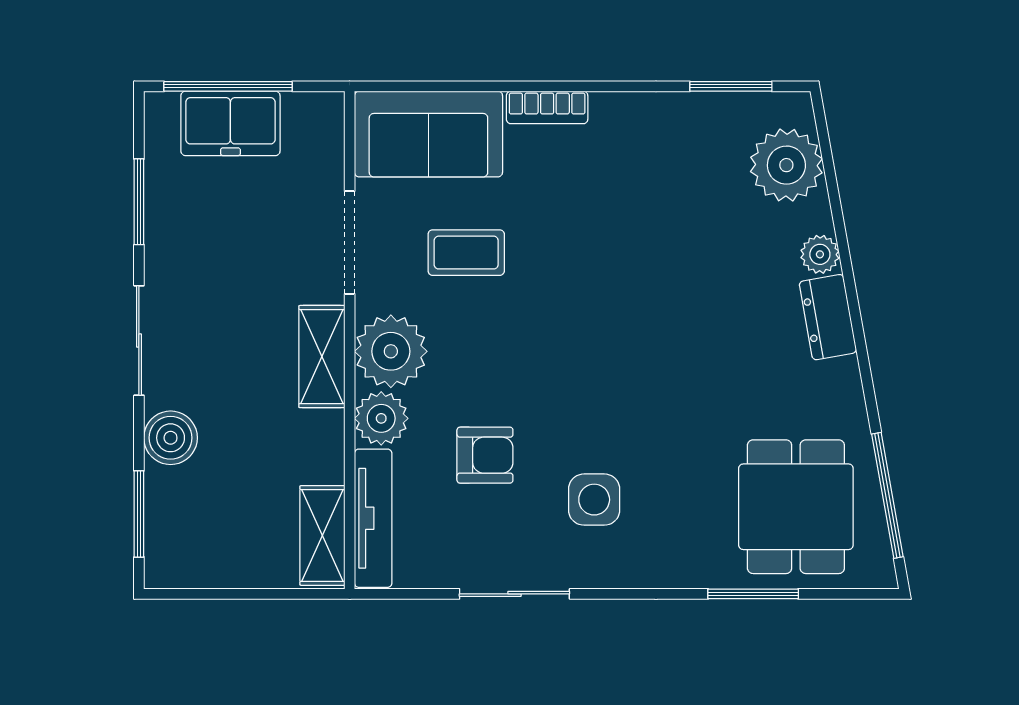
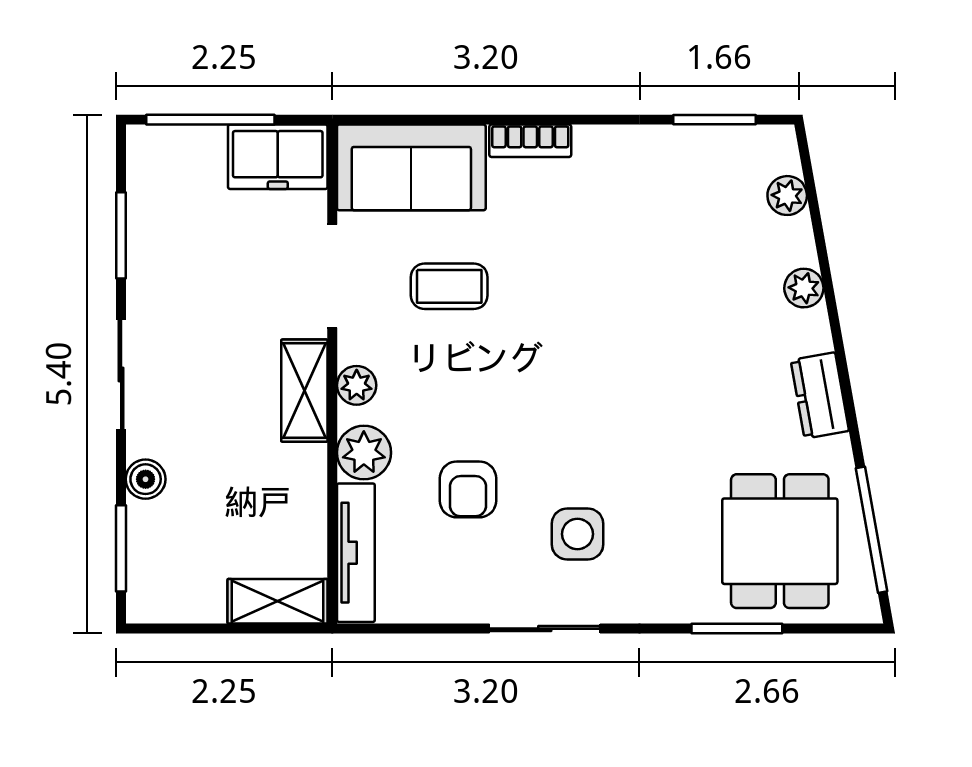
freezer: (230, 123) -> (278, 157), moved
plant: (786, 165) -> (787, 196), width x0.53, depth x0.53
dresser: (828, 317) -> (820, 395), moved
plant: (391, 351) -> (357, 385), width x0.53, depth x0.53
boiler: (171, 438) -> (146, 479), width x0.73, depth x0.73
armchair: (485, 455) -> (468, 489), turned 90
shelving: (322, 535) -> (277, 601), moved, turned 90
sliding door: (514, 594) -> (545, 629), moved

